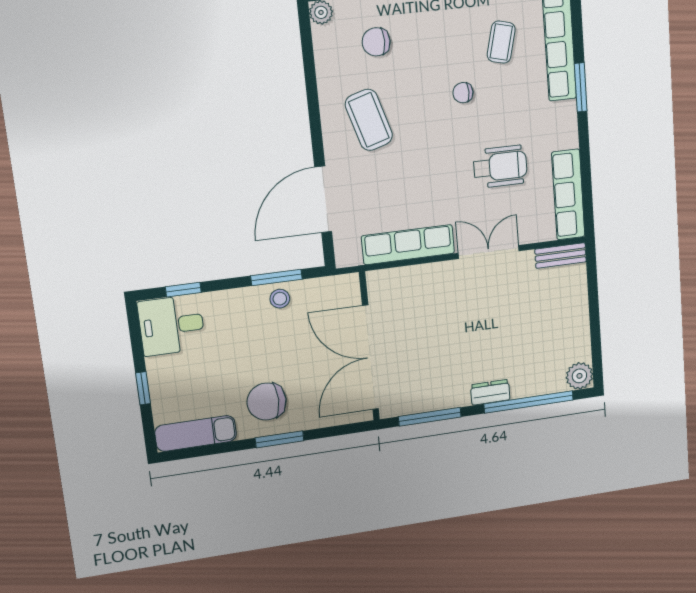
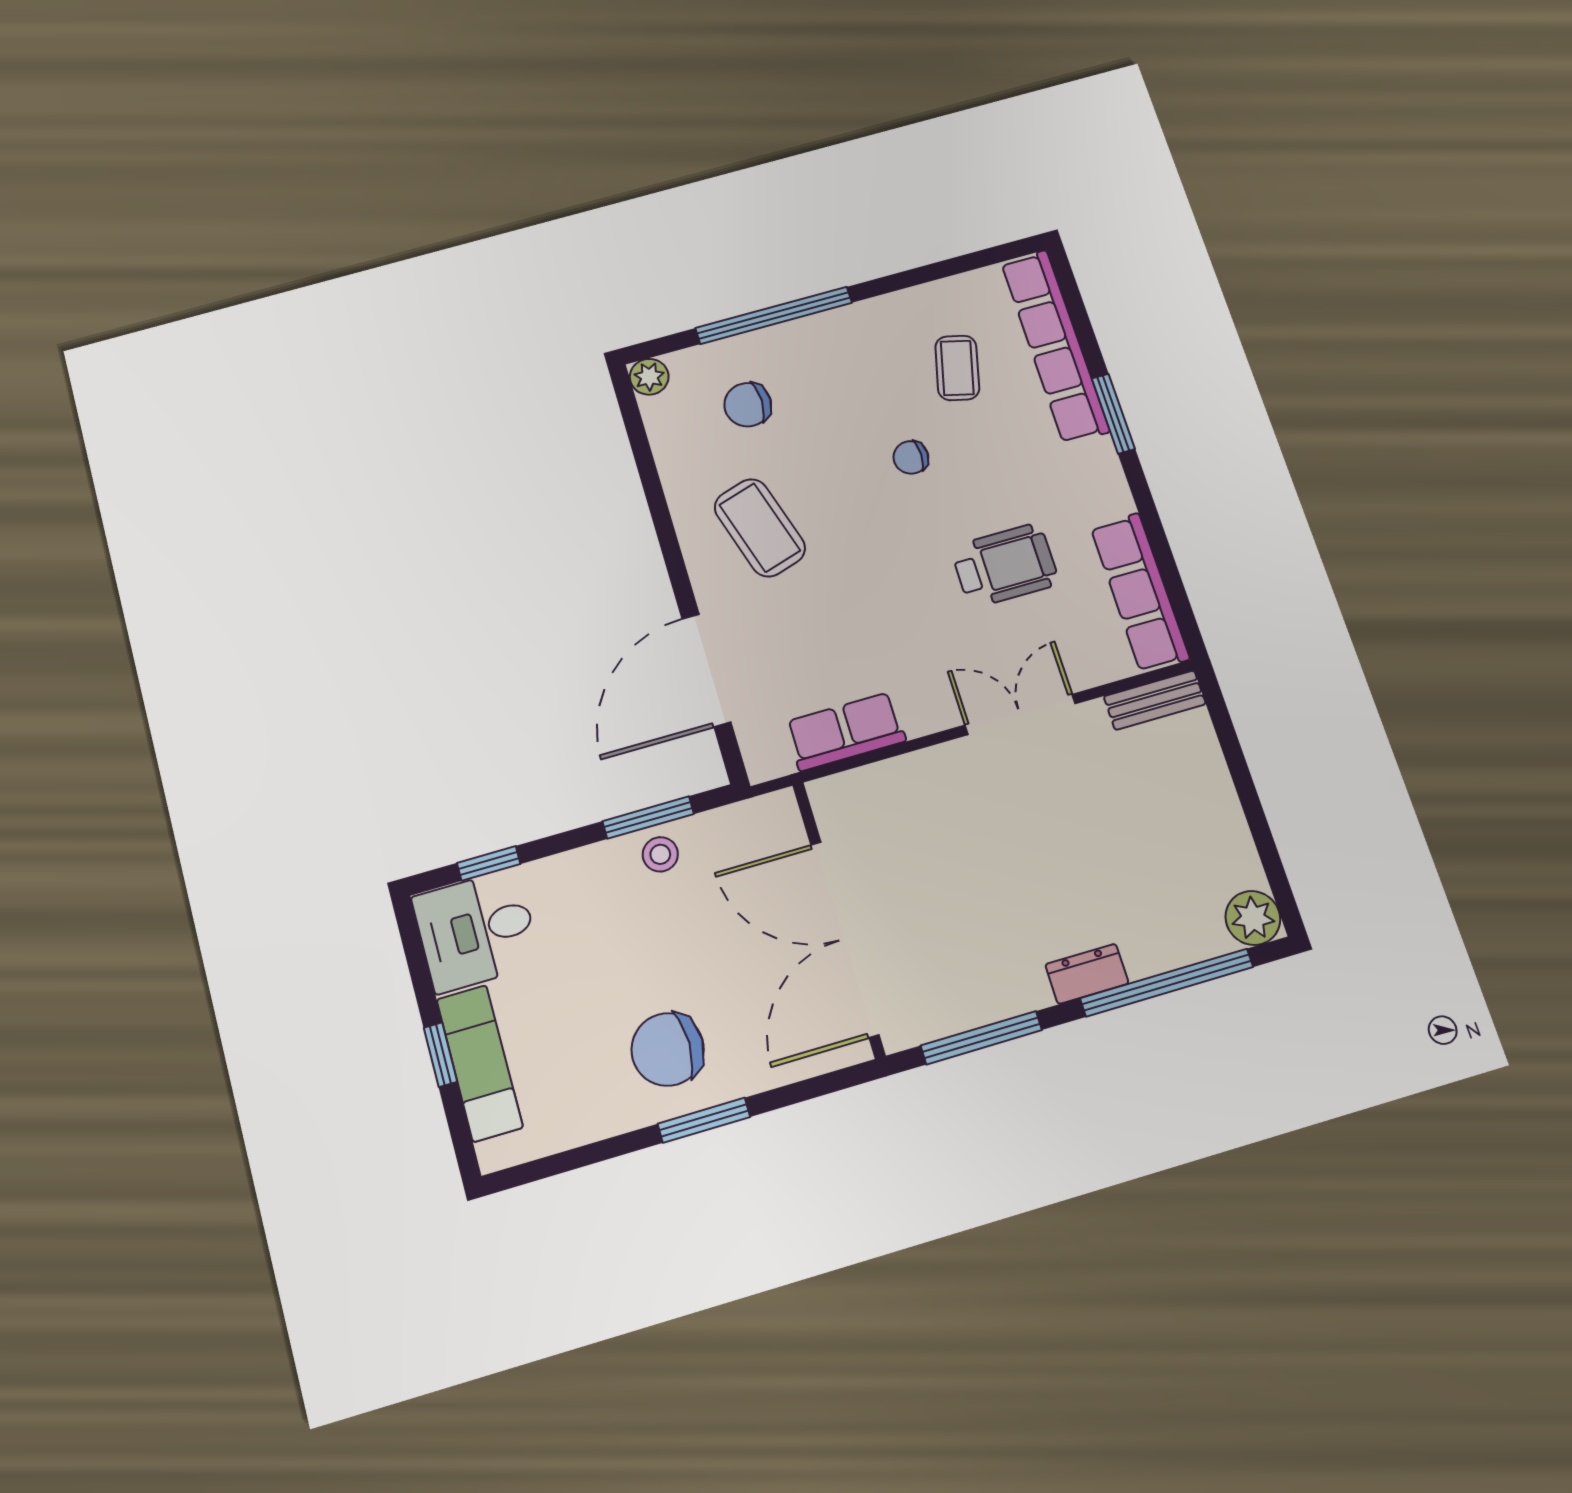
row of seats: (408, 245) -> (845, 732), width x0.68
exam couch: (196, 433) -> (480, 1063), moved, turned 90

